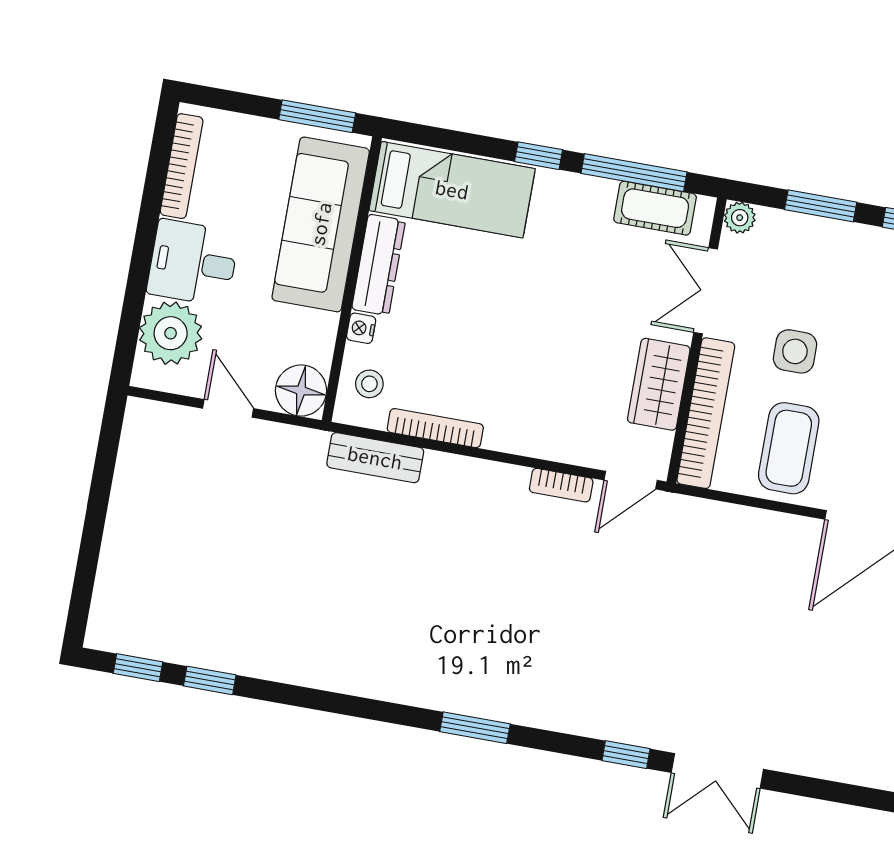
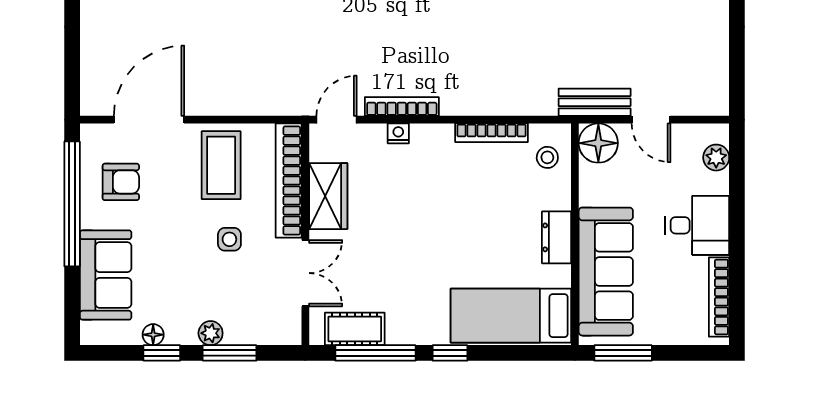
plant: (740, 218) -> (211, 333), moved
dresser: (378, 265) -> (557, 237), width x0.70
nightstand: (361, 328) -> (398, 133), moved, turned -90
plant: (171, 333) -> (716, 158), width x0.53, depth x0.53
side table: (795, 351) -> (229, 239), width x0.73, depth x0.73
bench: (375, 458) -> (595, 102), moved
bookcase: (561, 485) -> (402, 106), width x1.56

